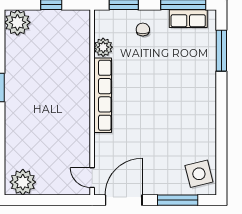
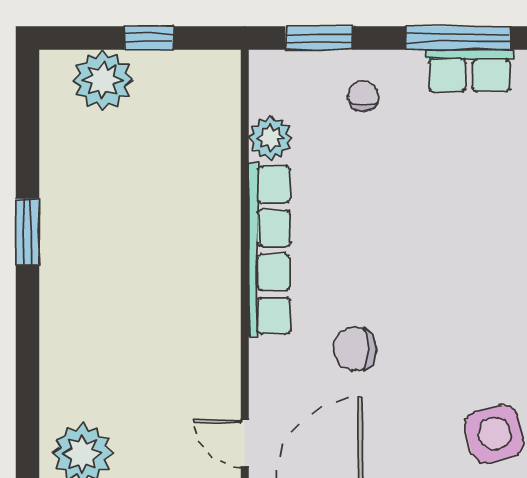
plant: (17, 22) -> (103, 80), moved
chair: (139, 137) -> (355, 349), added

